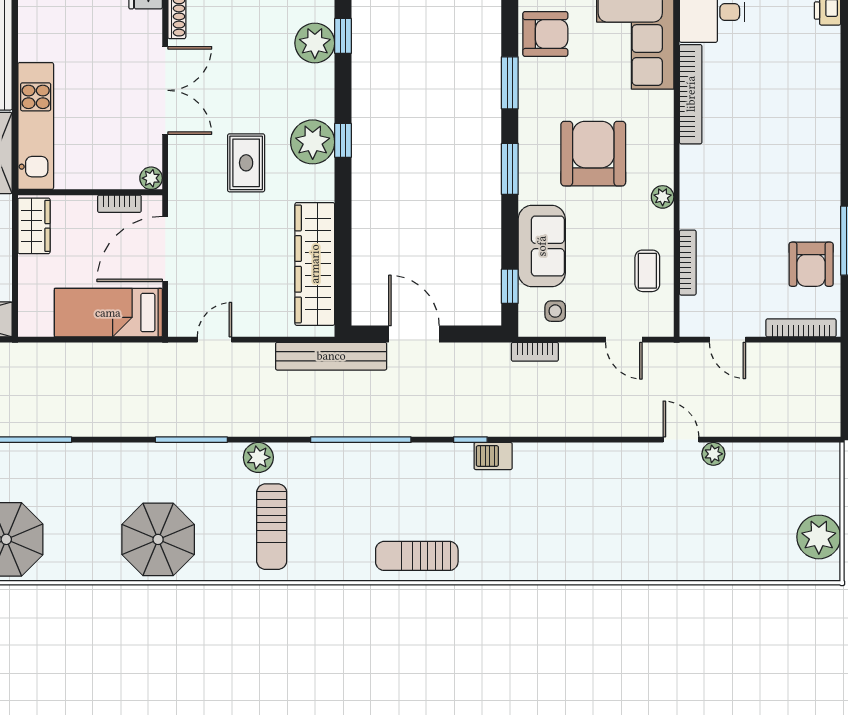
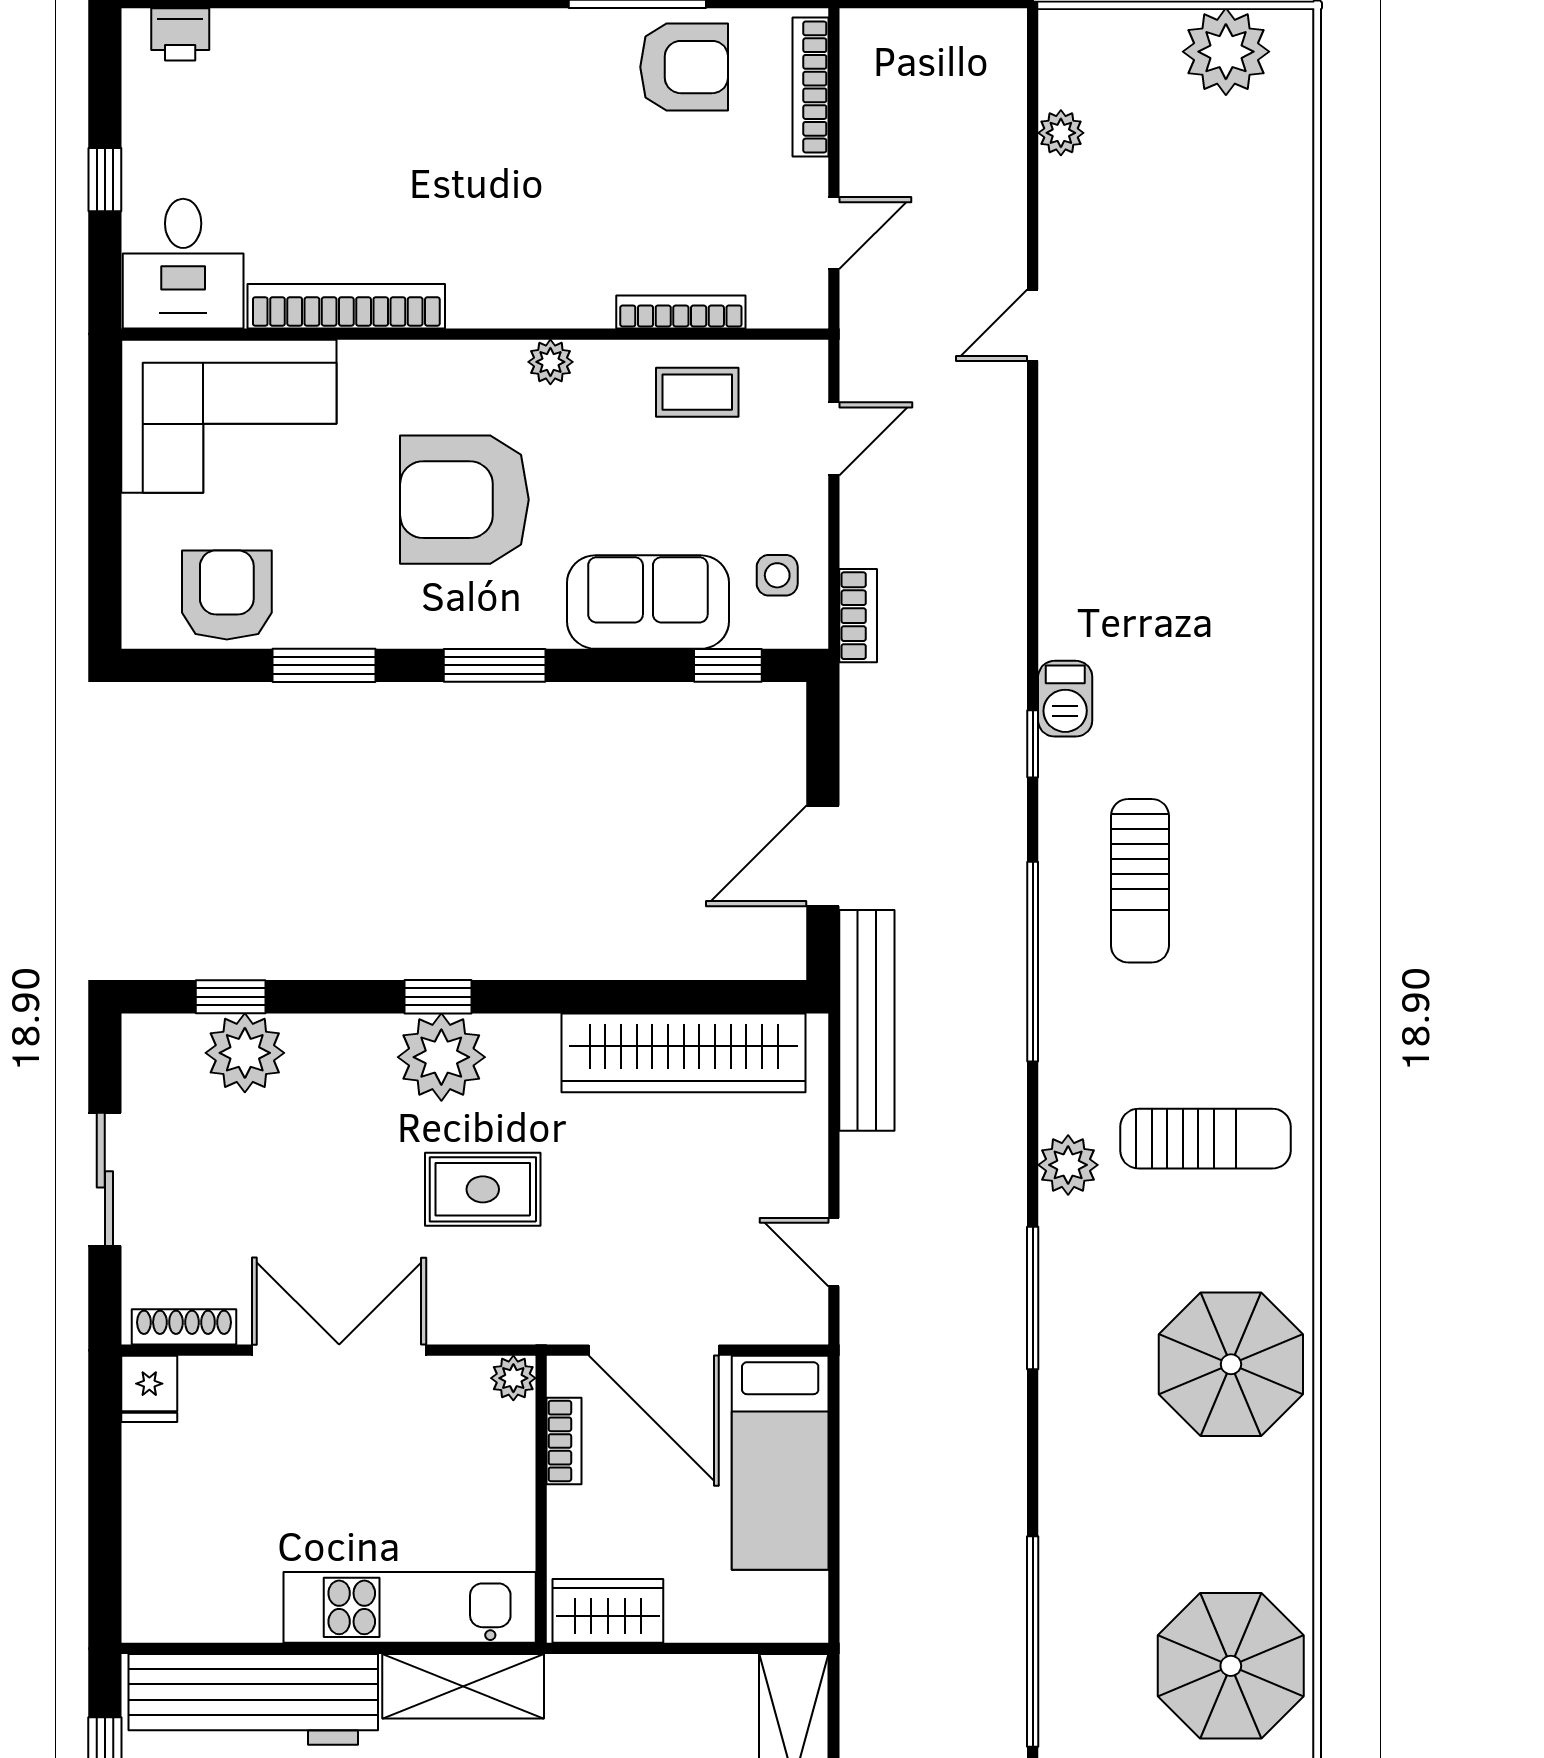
plant: (713, 454) -> (1061, 133), moved
sun lounger: (417, 556) -> (1140, 881), moved

